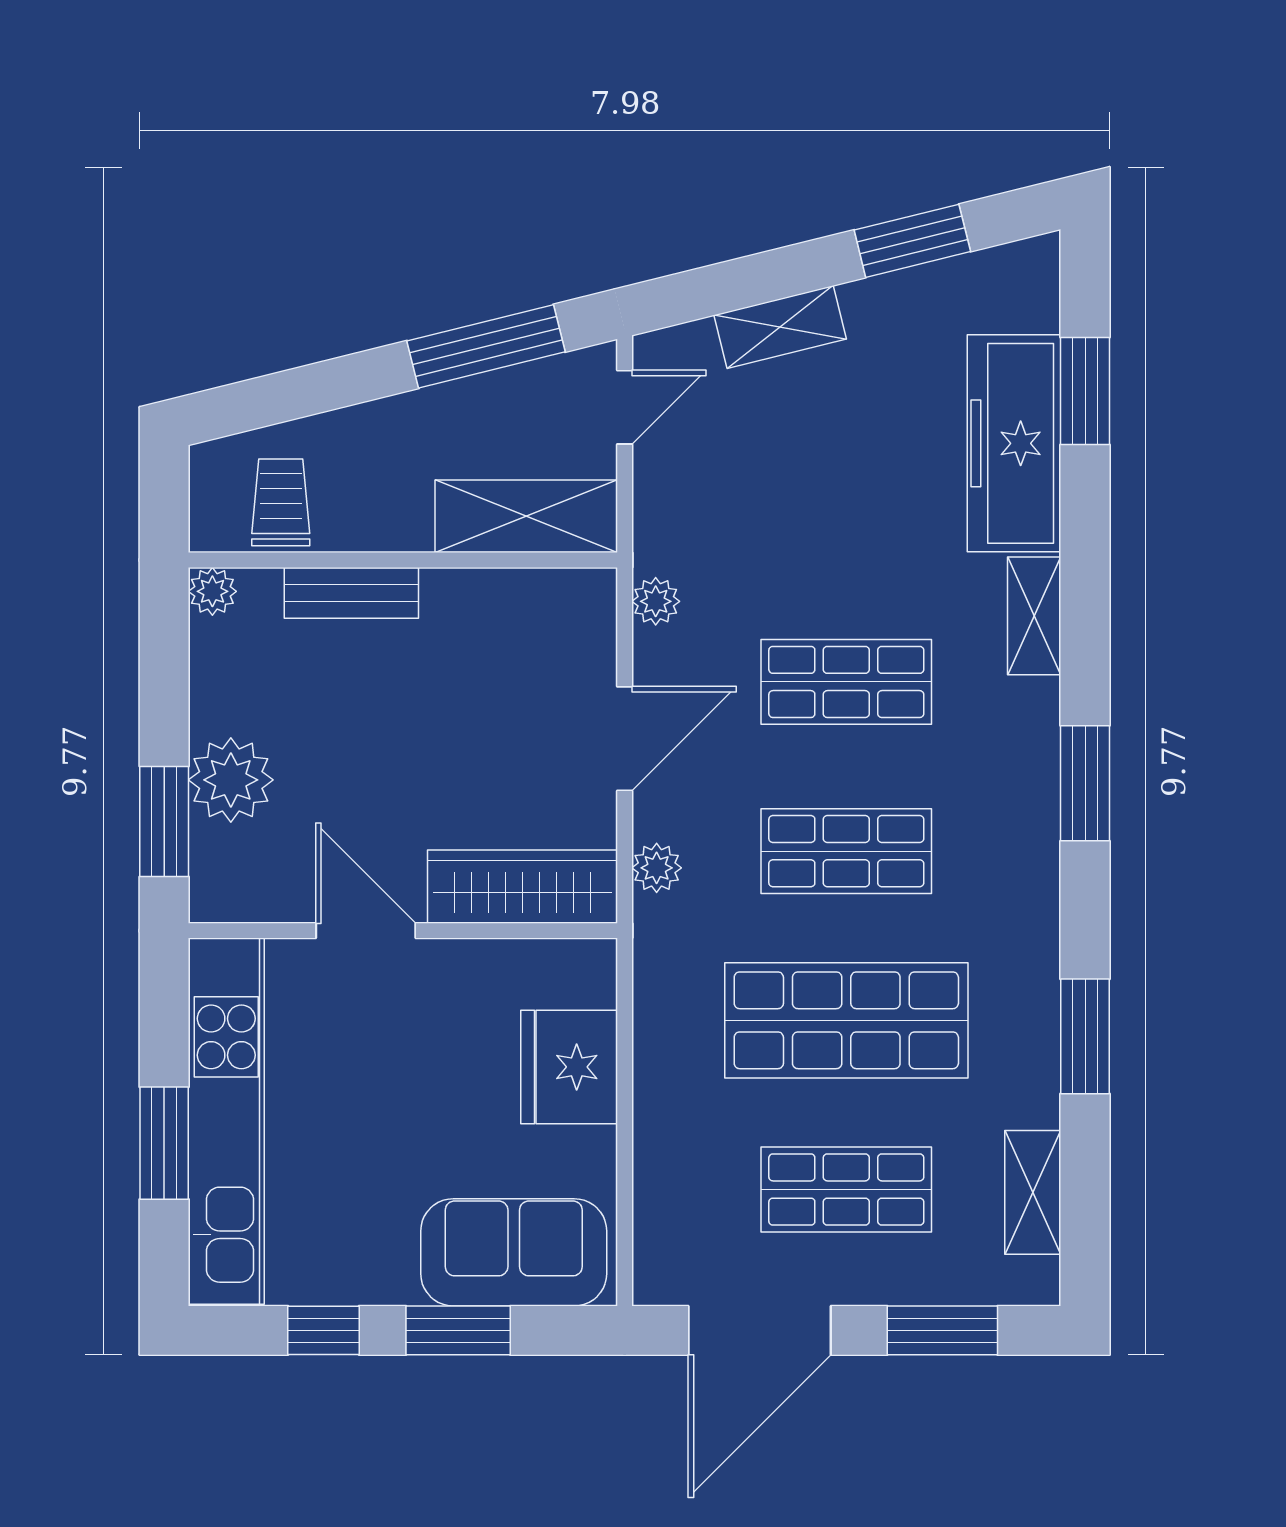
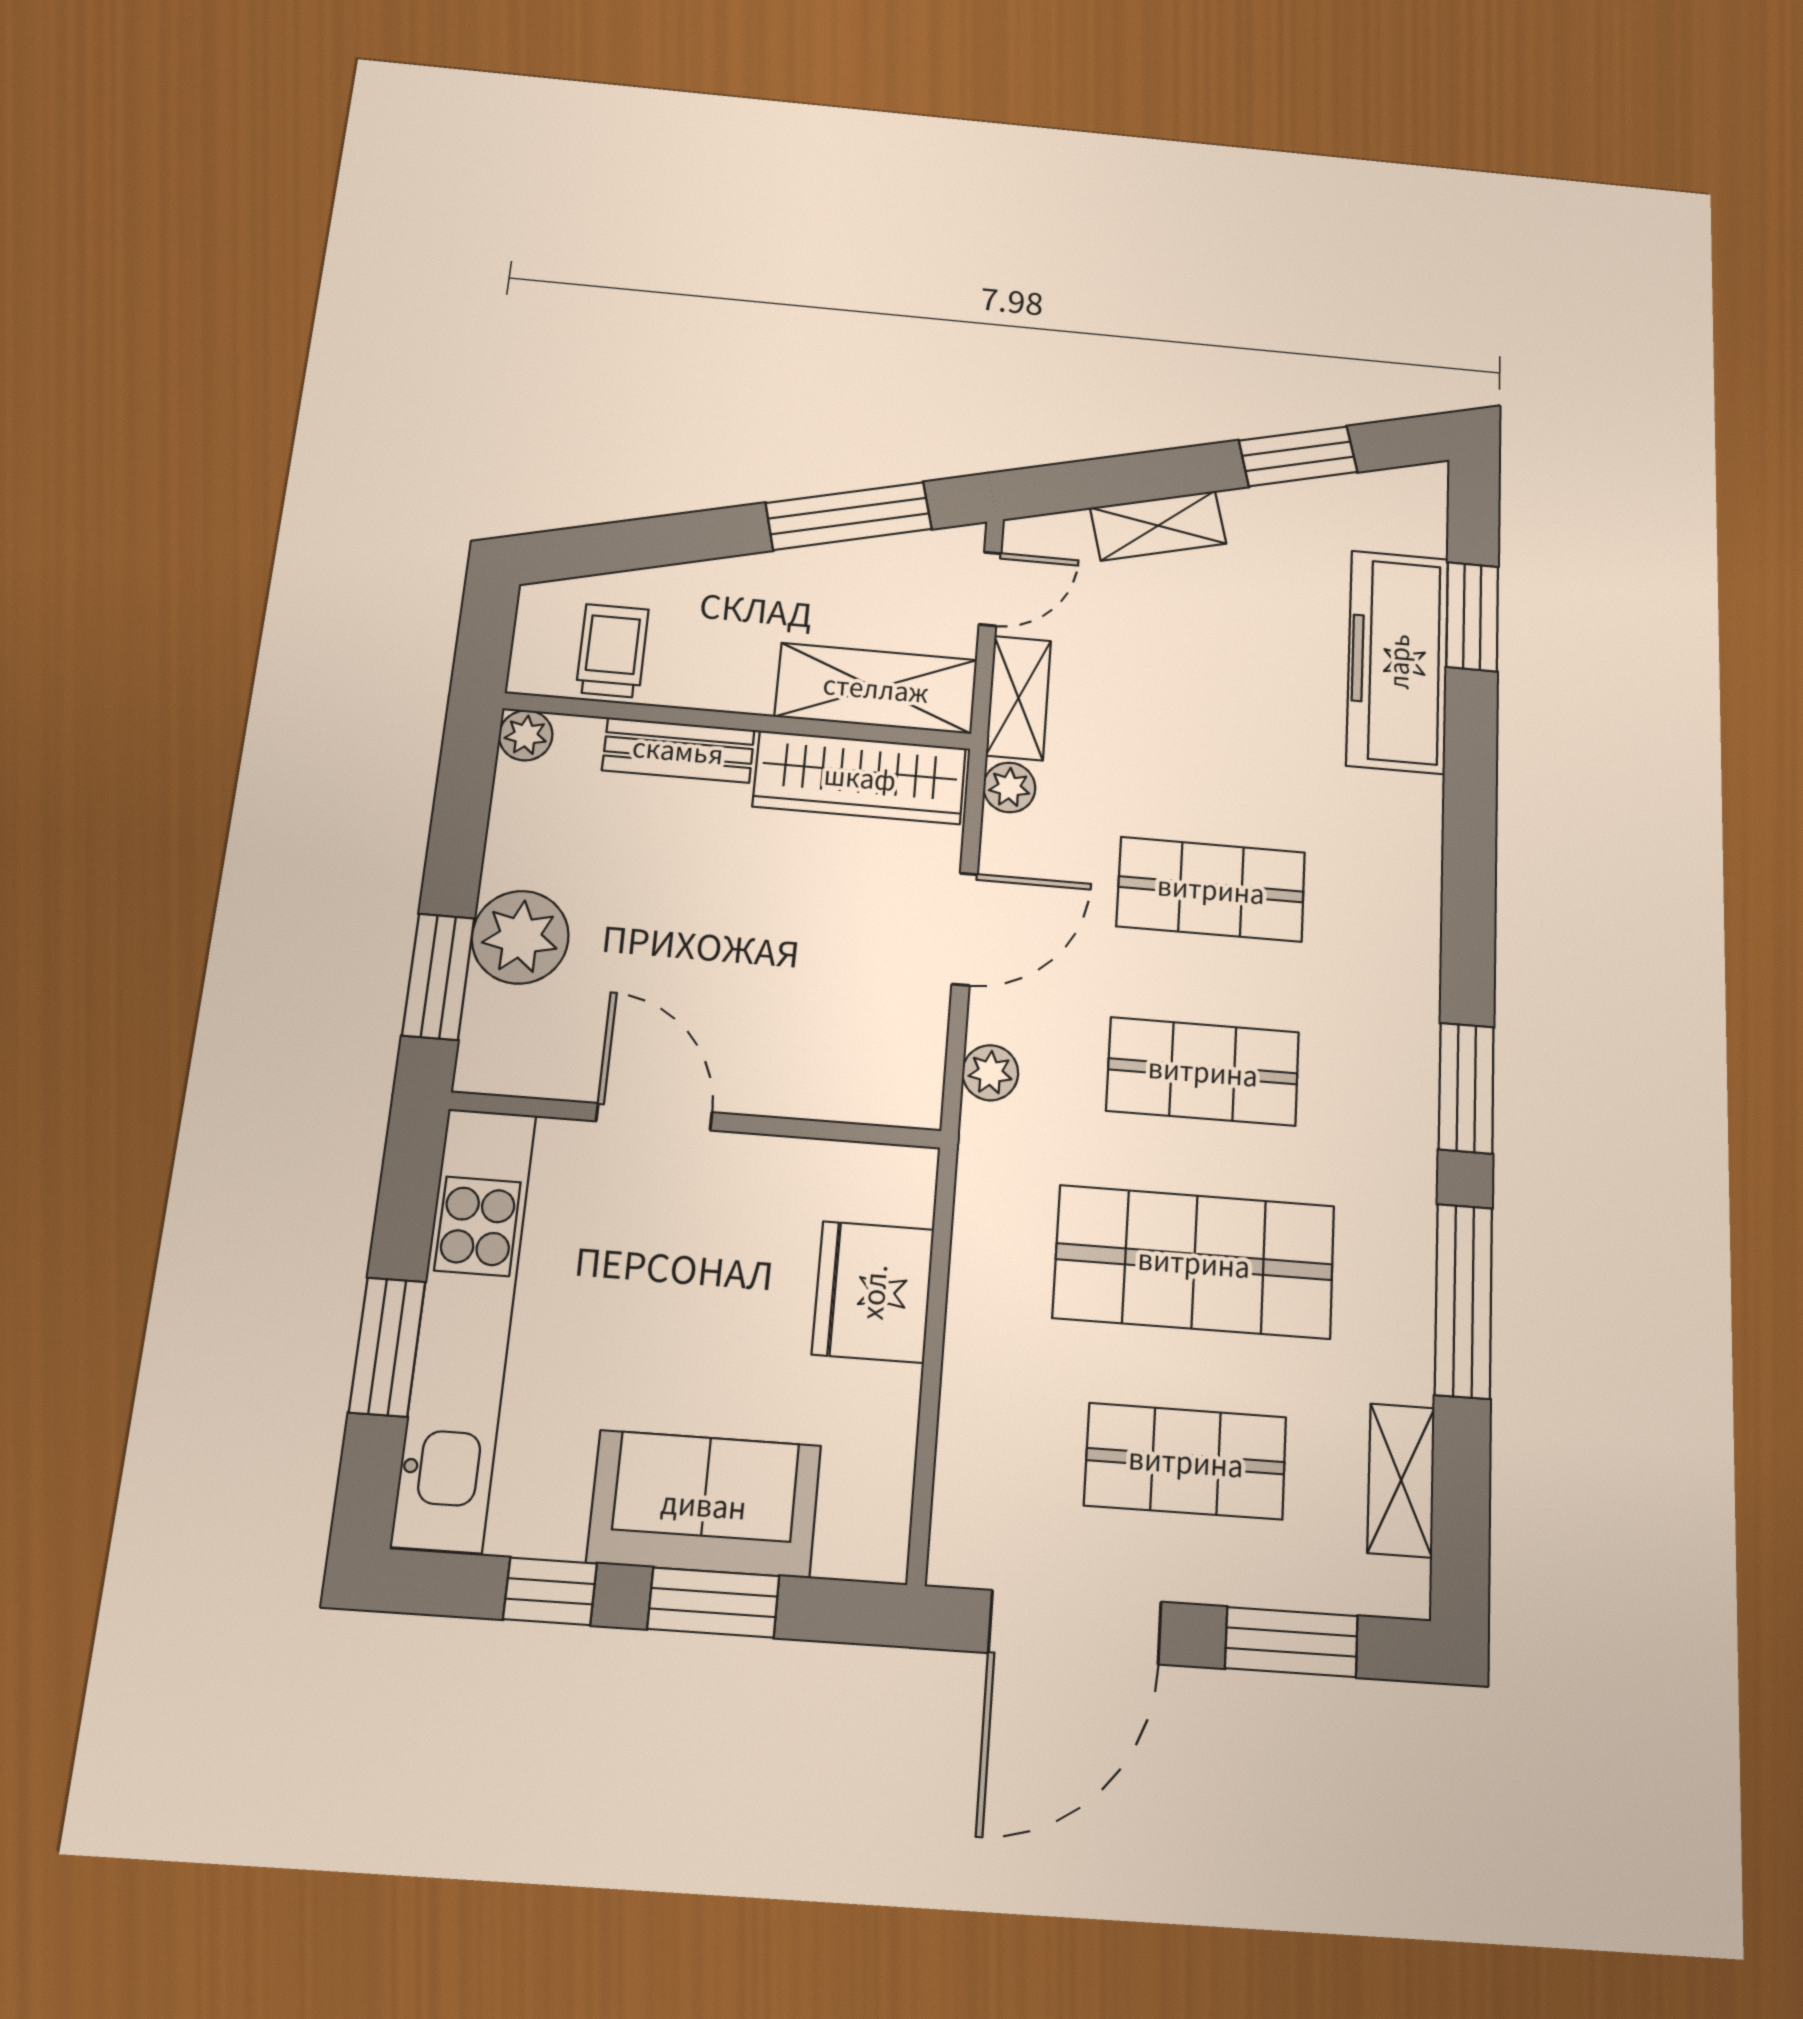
shelving: (1034, 616) -> (1018, 698), moved
window: (1085, 783) -> (1466, 1088), moved
wardrobe: (522, 887) -> (860, 777), moved, turned 180
window: (1085, 1036) -> (1464, 1301), width x1.44
sofa: (514, 1252) -> (704, 1504), moved

